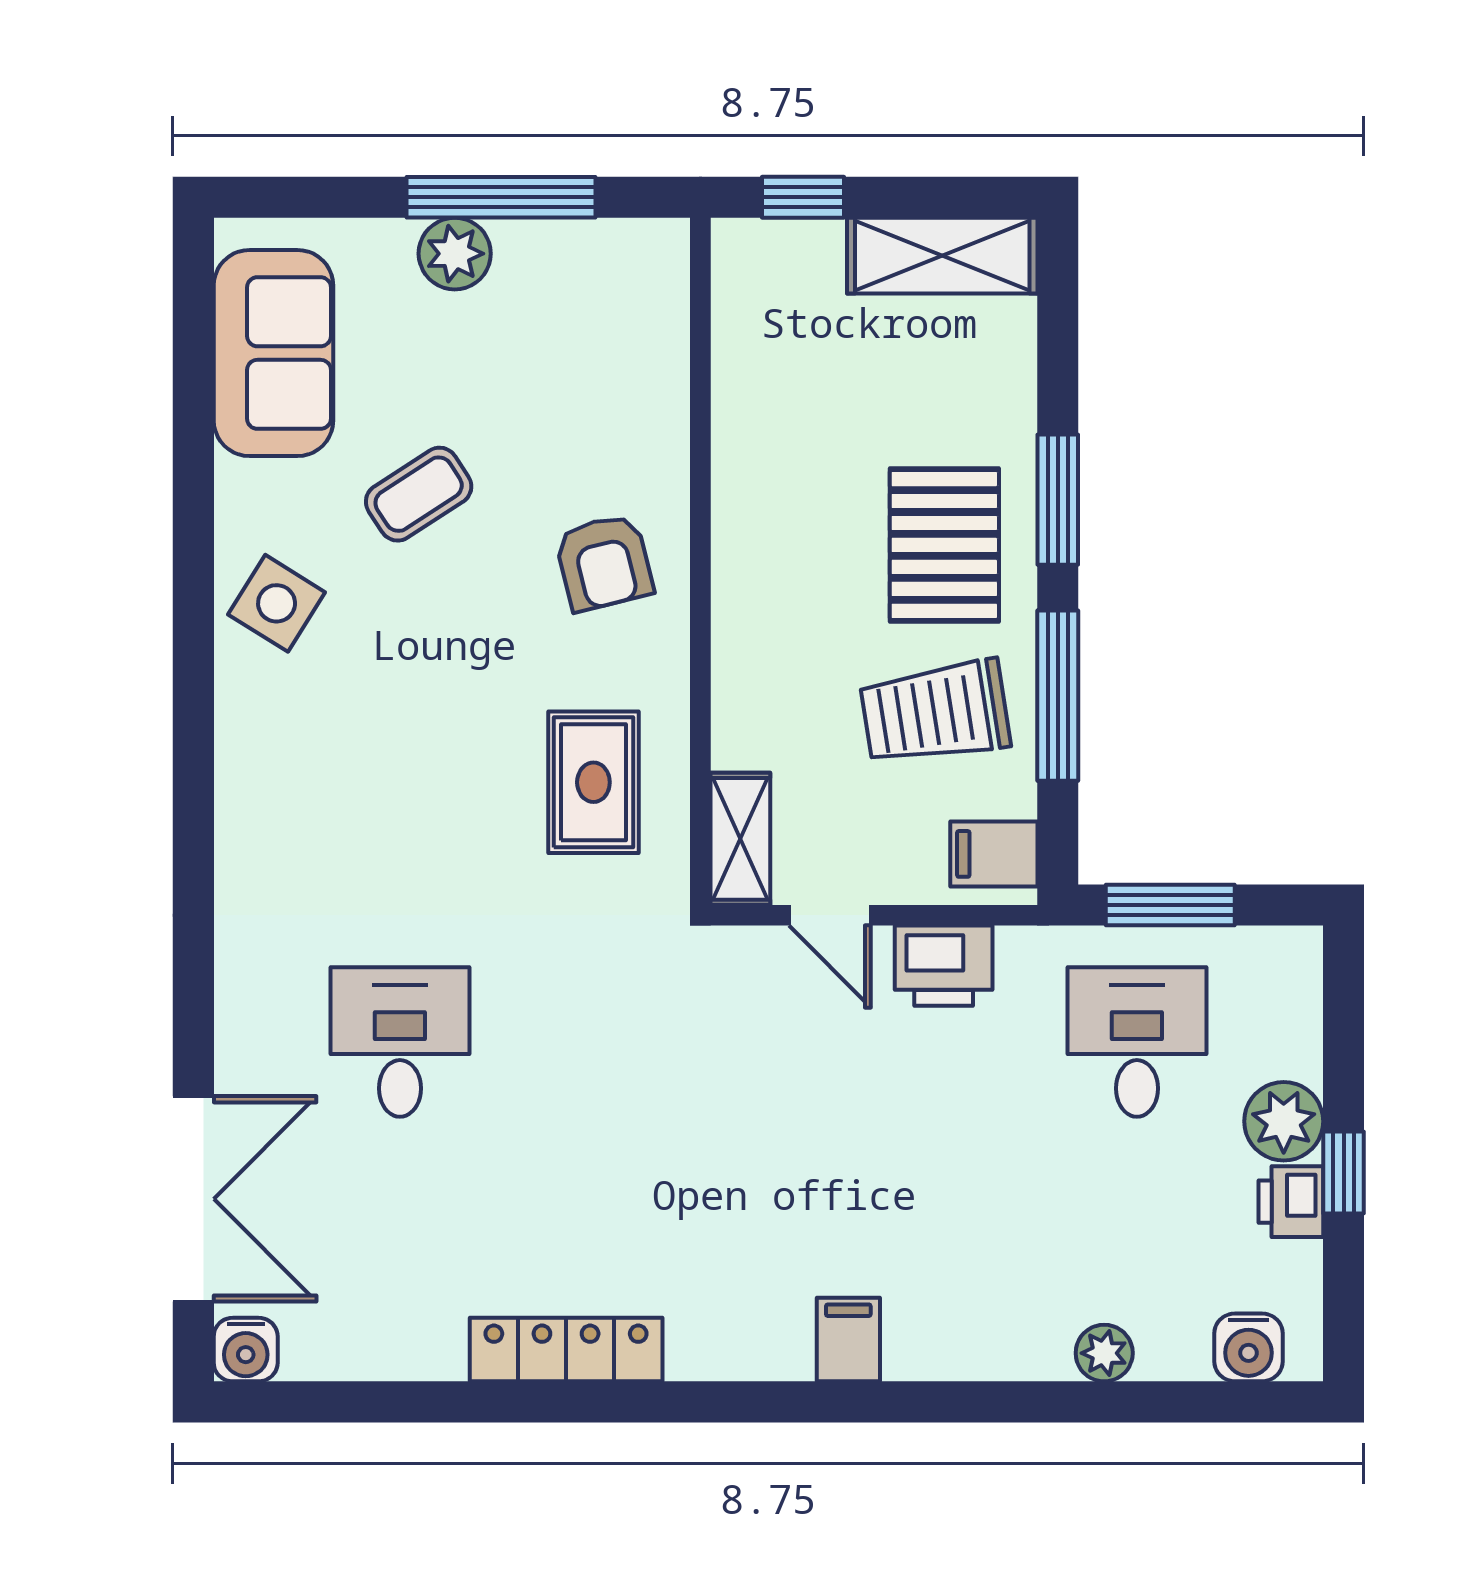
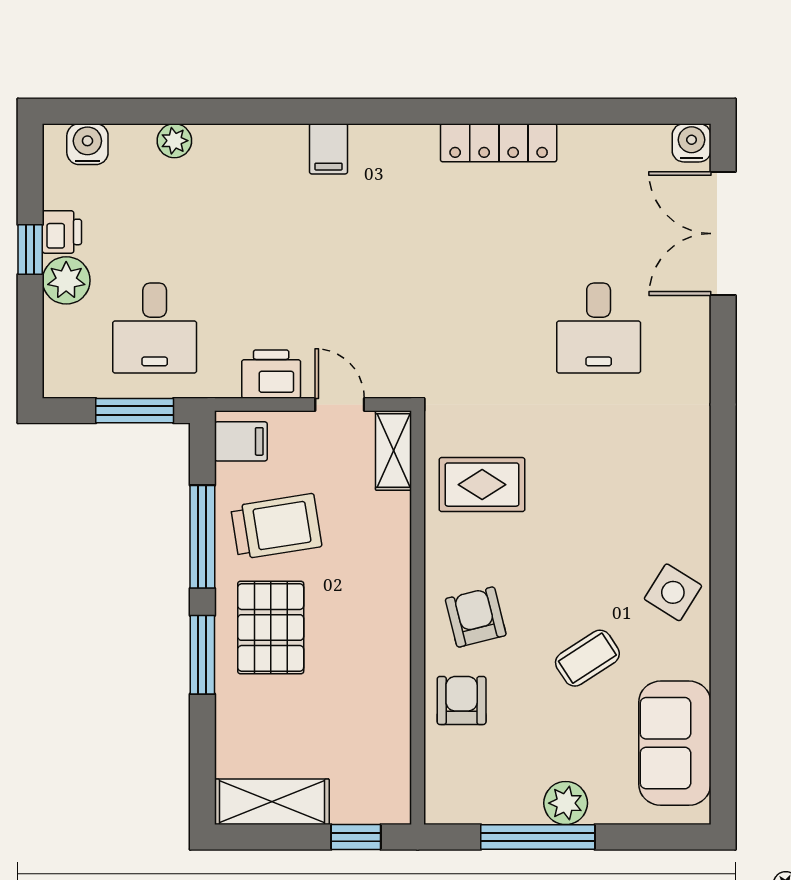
armchair: (627, 424) -> (462, 700), added
rug: (593, 782) -> (482, 485), turned 90

